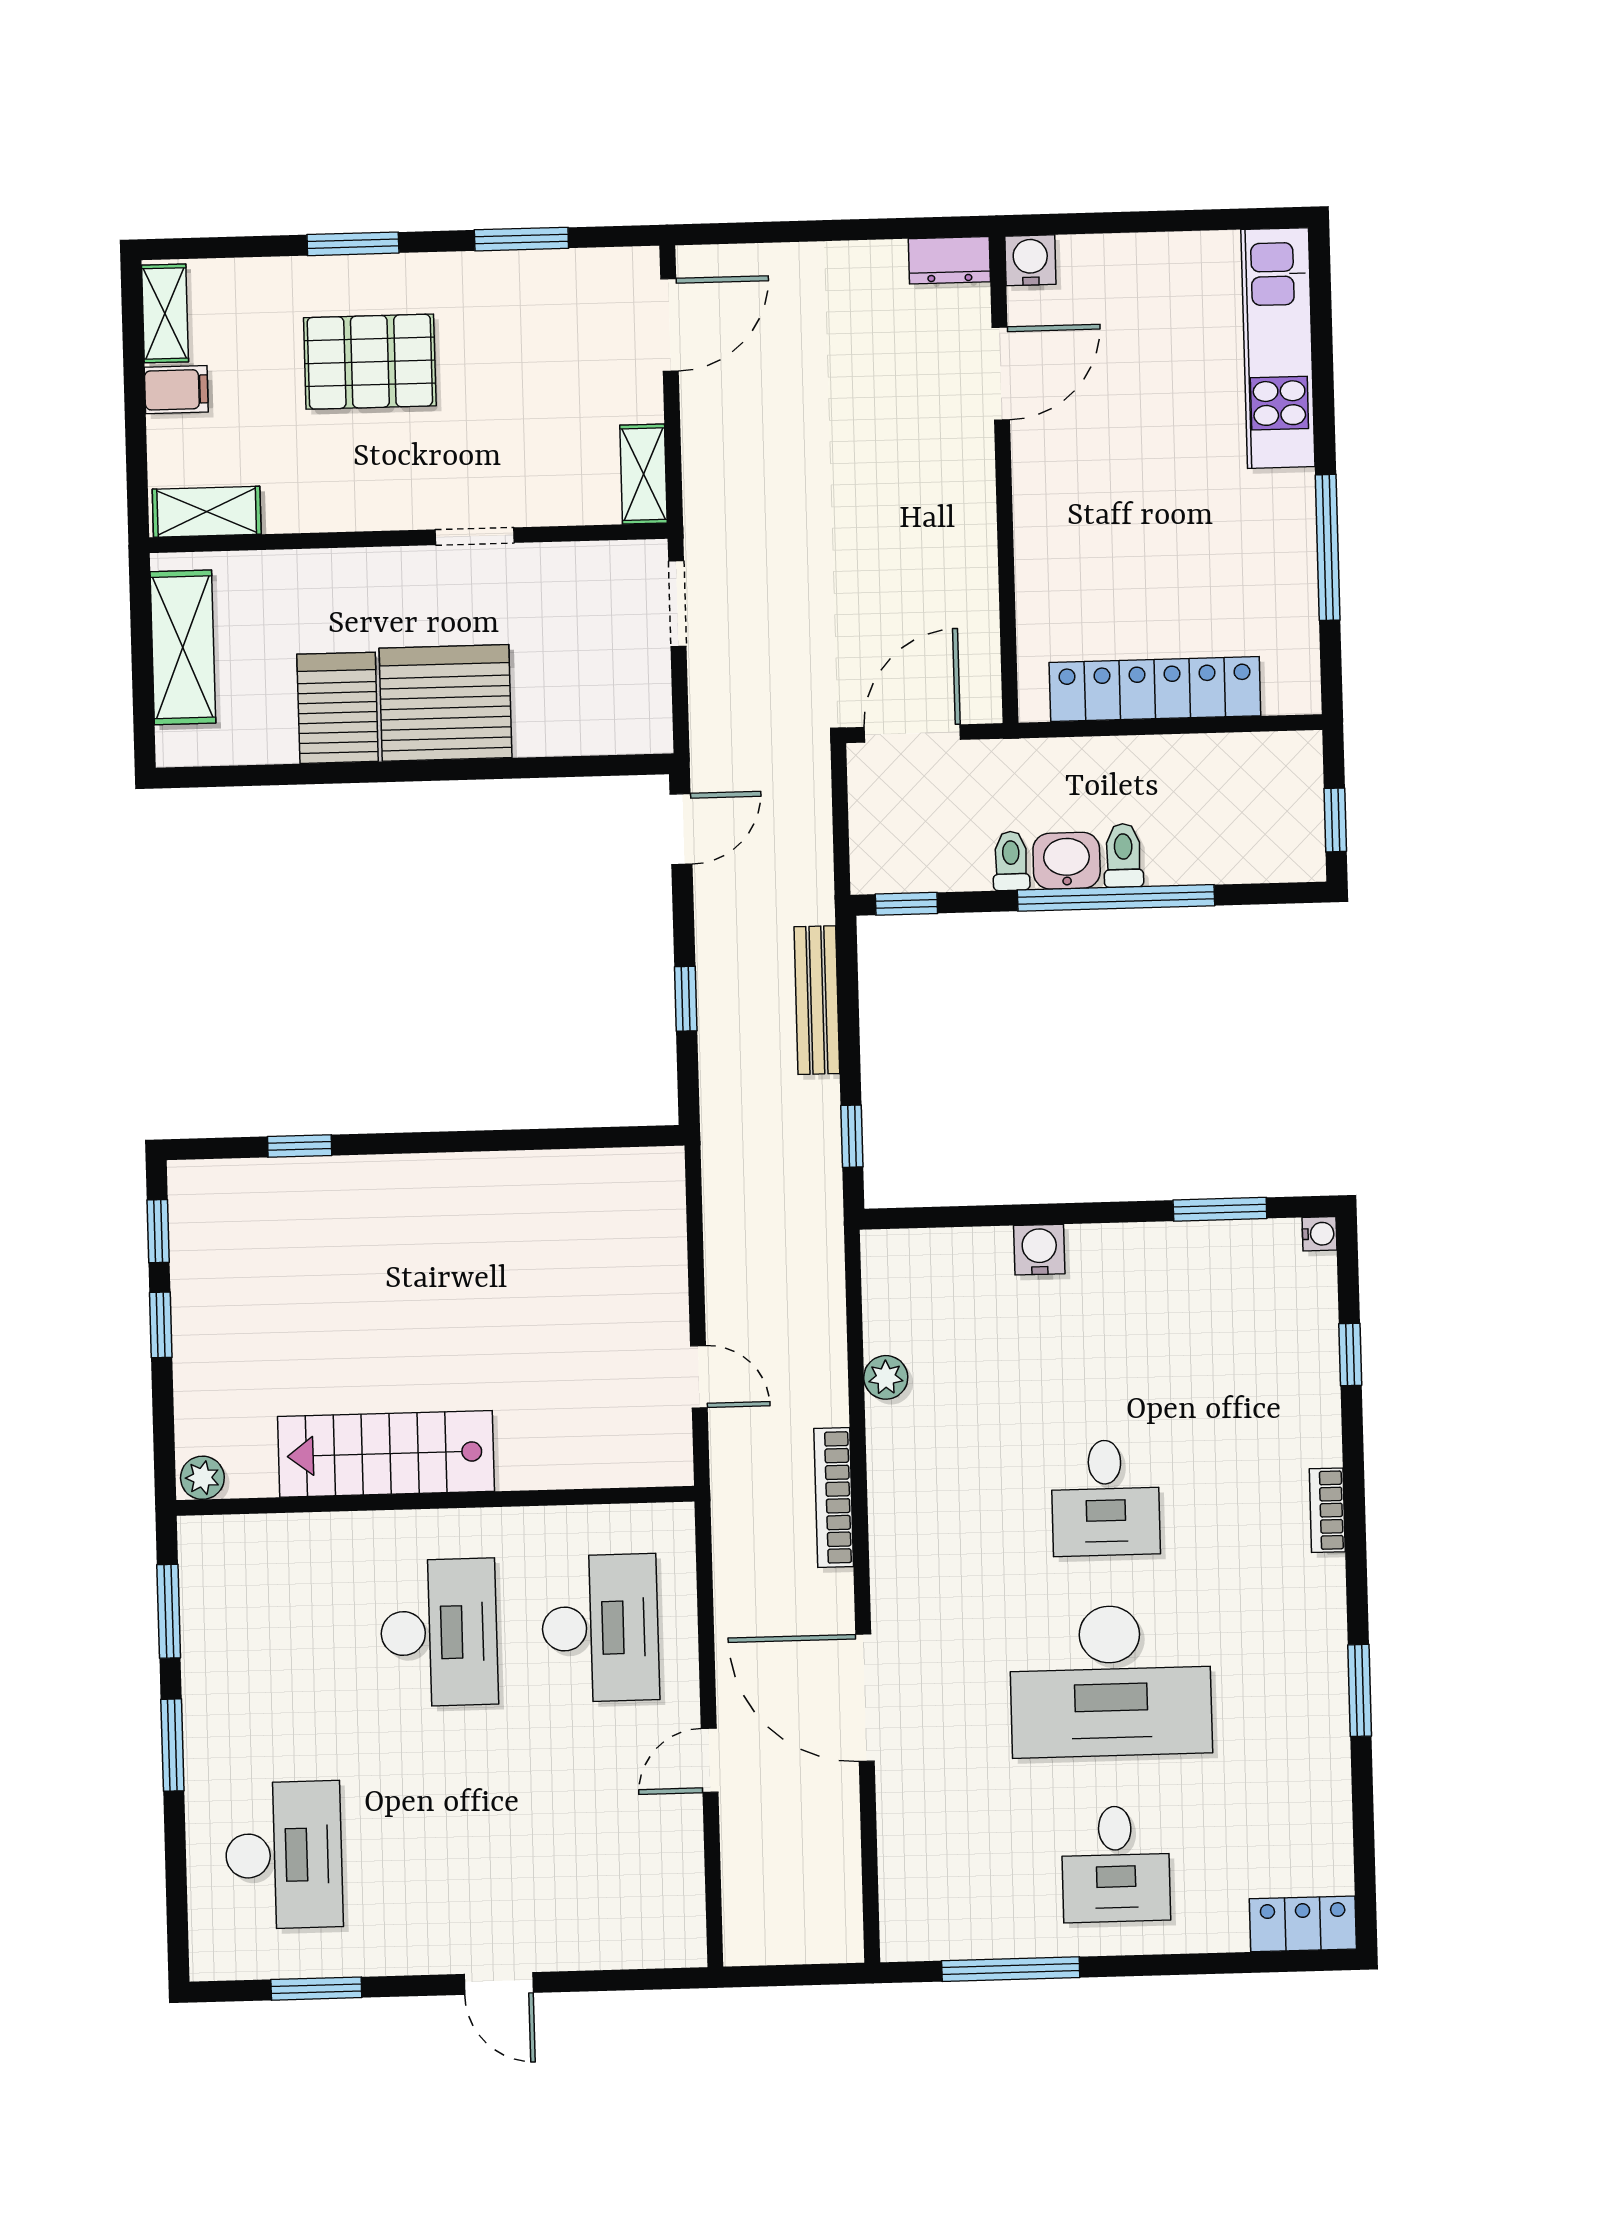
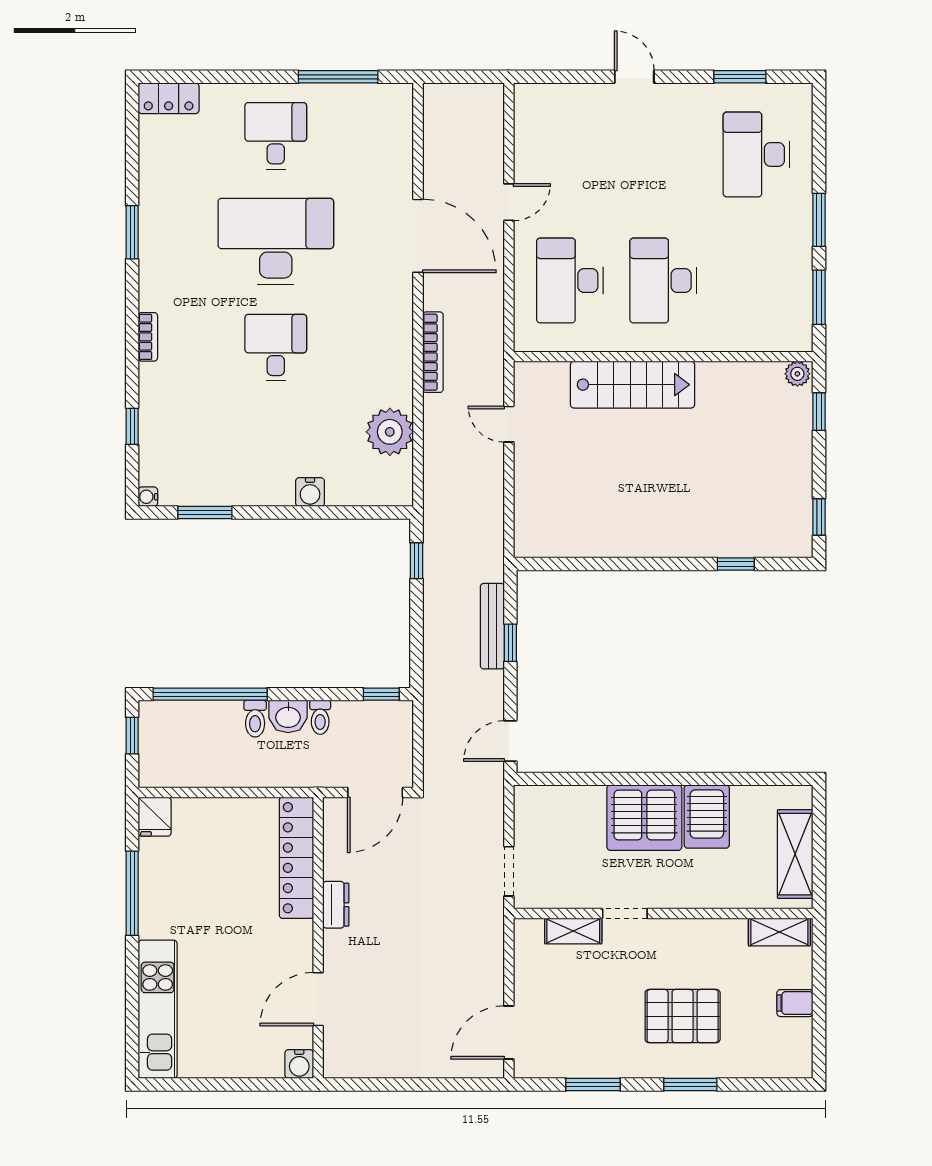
dresser: (949, 260) -> (336, 905), moved, turned 90
shelving: (165, 313) -> (800, 1047), removed
shelving: (644, 474) -> (573, 931), moved, turned 90
fridge: (1292, 681) -> (155, 817), added
locker: (1155, 689) -> (296, 858), moved, turned 90
window: (1116, 898) -> (210, 694), moved
bench: (817, 1000) -> (492, 626), moved
window: (161, 1325) -> (819, 412), moved
plant: (886, 1377) -> (390, 432), width x1.88, depth x1.88
stairs: (386, 1454) -> (633, 385), moved

